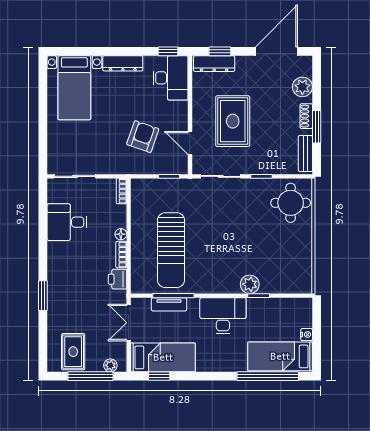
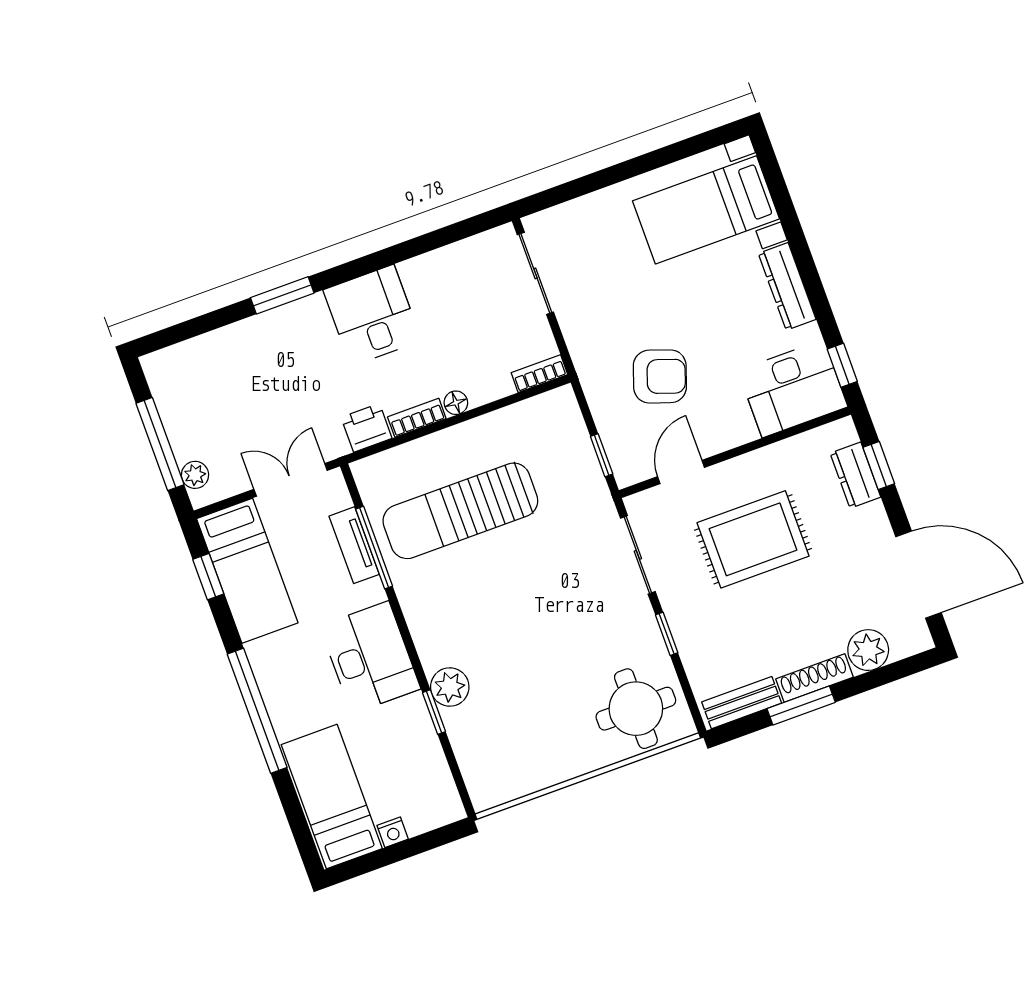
dresser: (214, 64) -> (855, 475), width x0.70
shoe rack: (306, 116) -> (814, 678), width x1.43
desk: (67, 222) -> (372, 315), moved
rug: (73, 352) -> (195, 393), removed
window: (268, 376) -> (257, 711), moved

